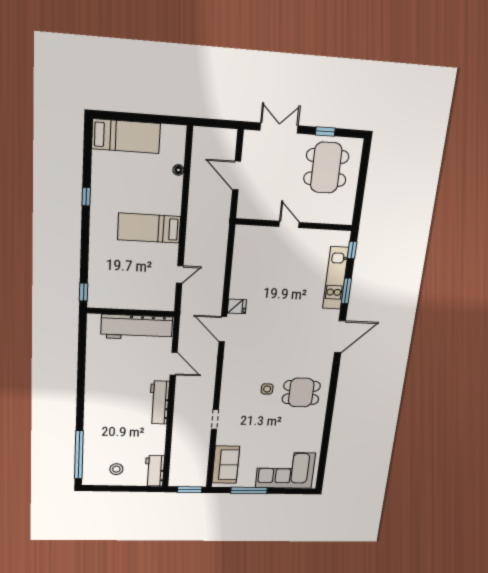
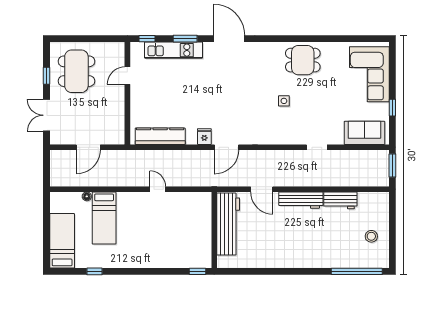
dining table: (326, 168) -> (76, 71), turned 90
window: (86, 197) -> (95, 271), moved
door: (289, 224) -> (127, 76), moved
bed: (149, 228) -> (104, 218), moved
kitchen counter: (242, 259) -> (160, 136), added
door: (180, 274) -> (158, 189), moved
door: (174, 364) -> (262, 189), swing flipped
dining table: (301, 393) -> (303, 60), moved, turned 90
workbench: (154, 471) -> (340, 200), moved
window: (249, 490) -> (392, 108), width x0.46

